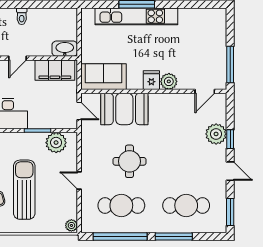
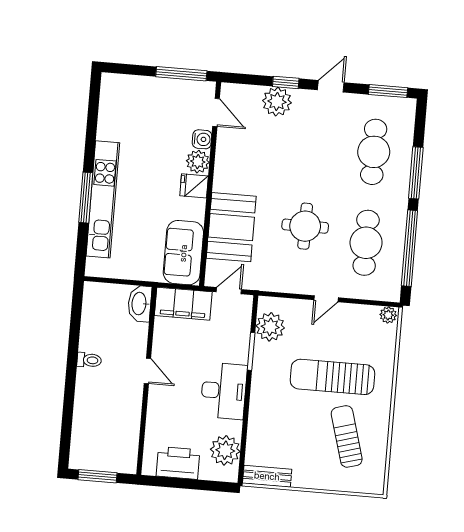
filing cabinet: (55, 70) -> (183, 304), moved, turned 90
water cooler: (185, 83) -> (202, 139), added

